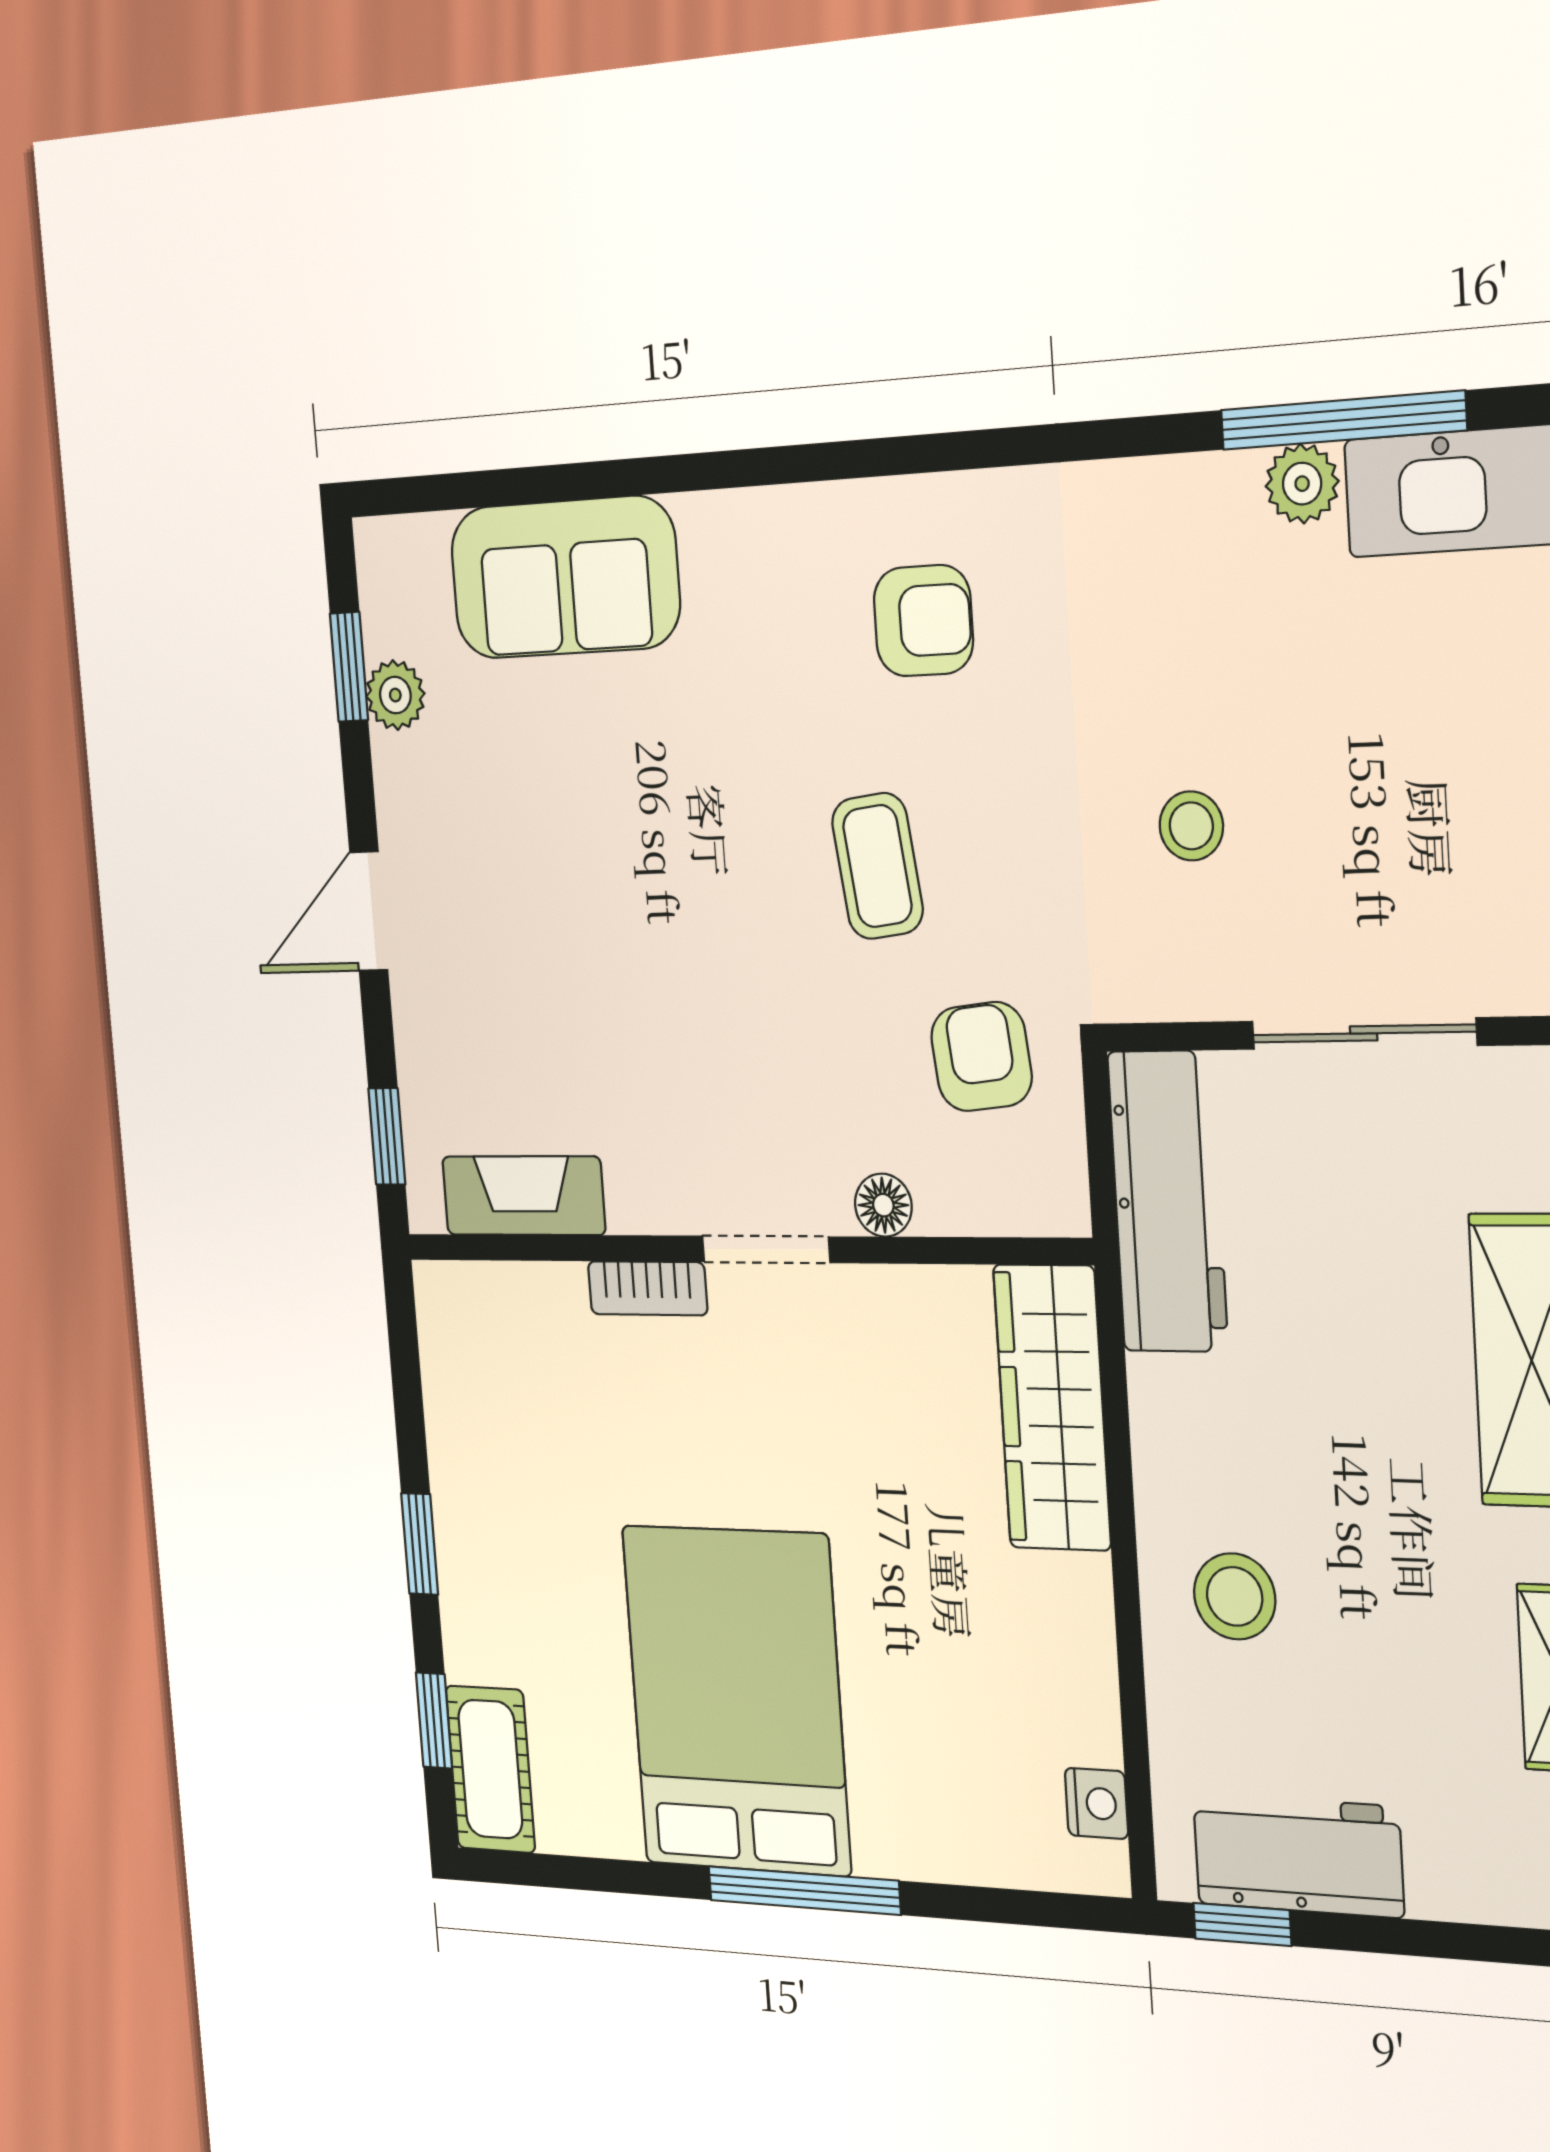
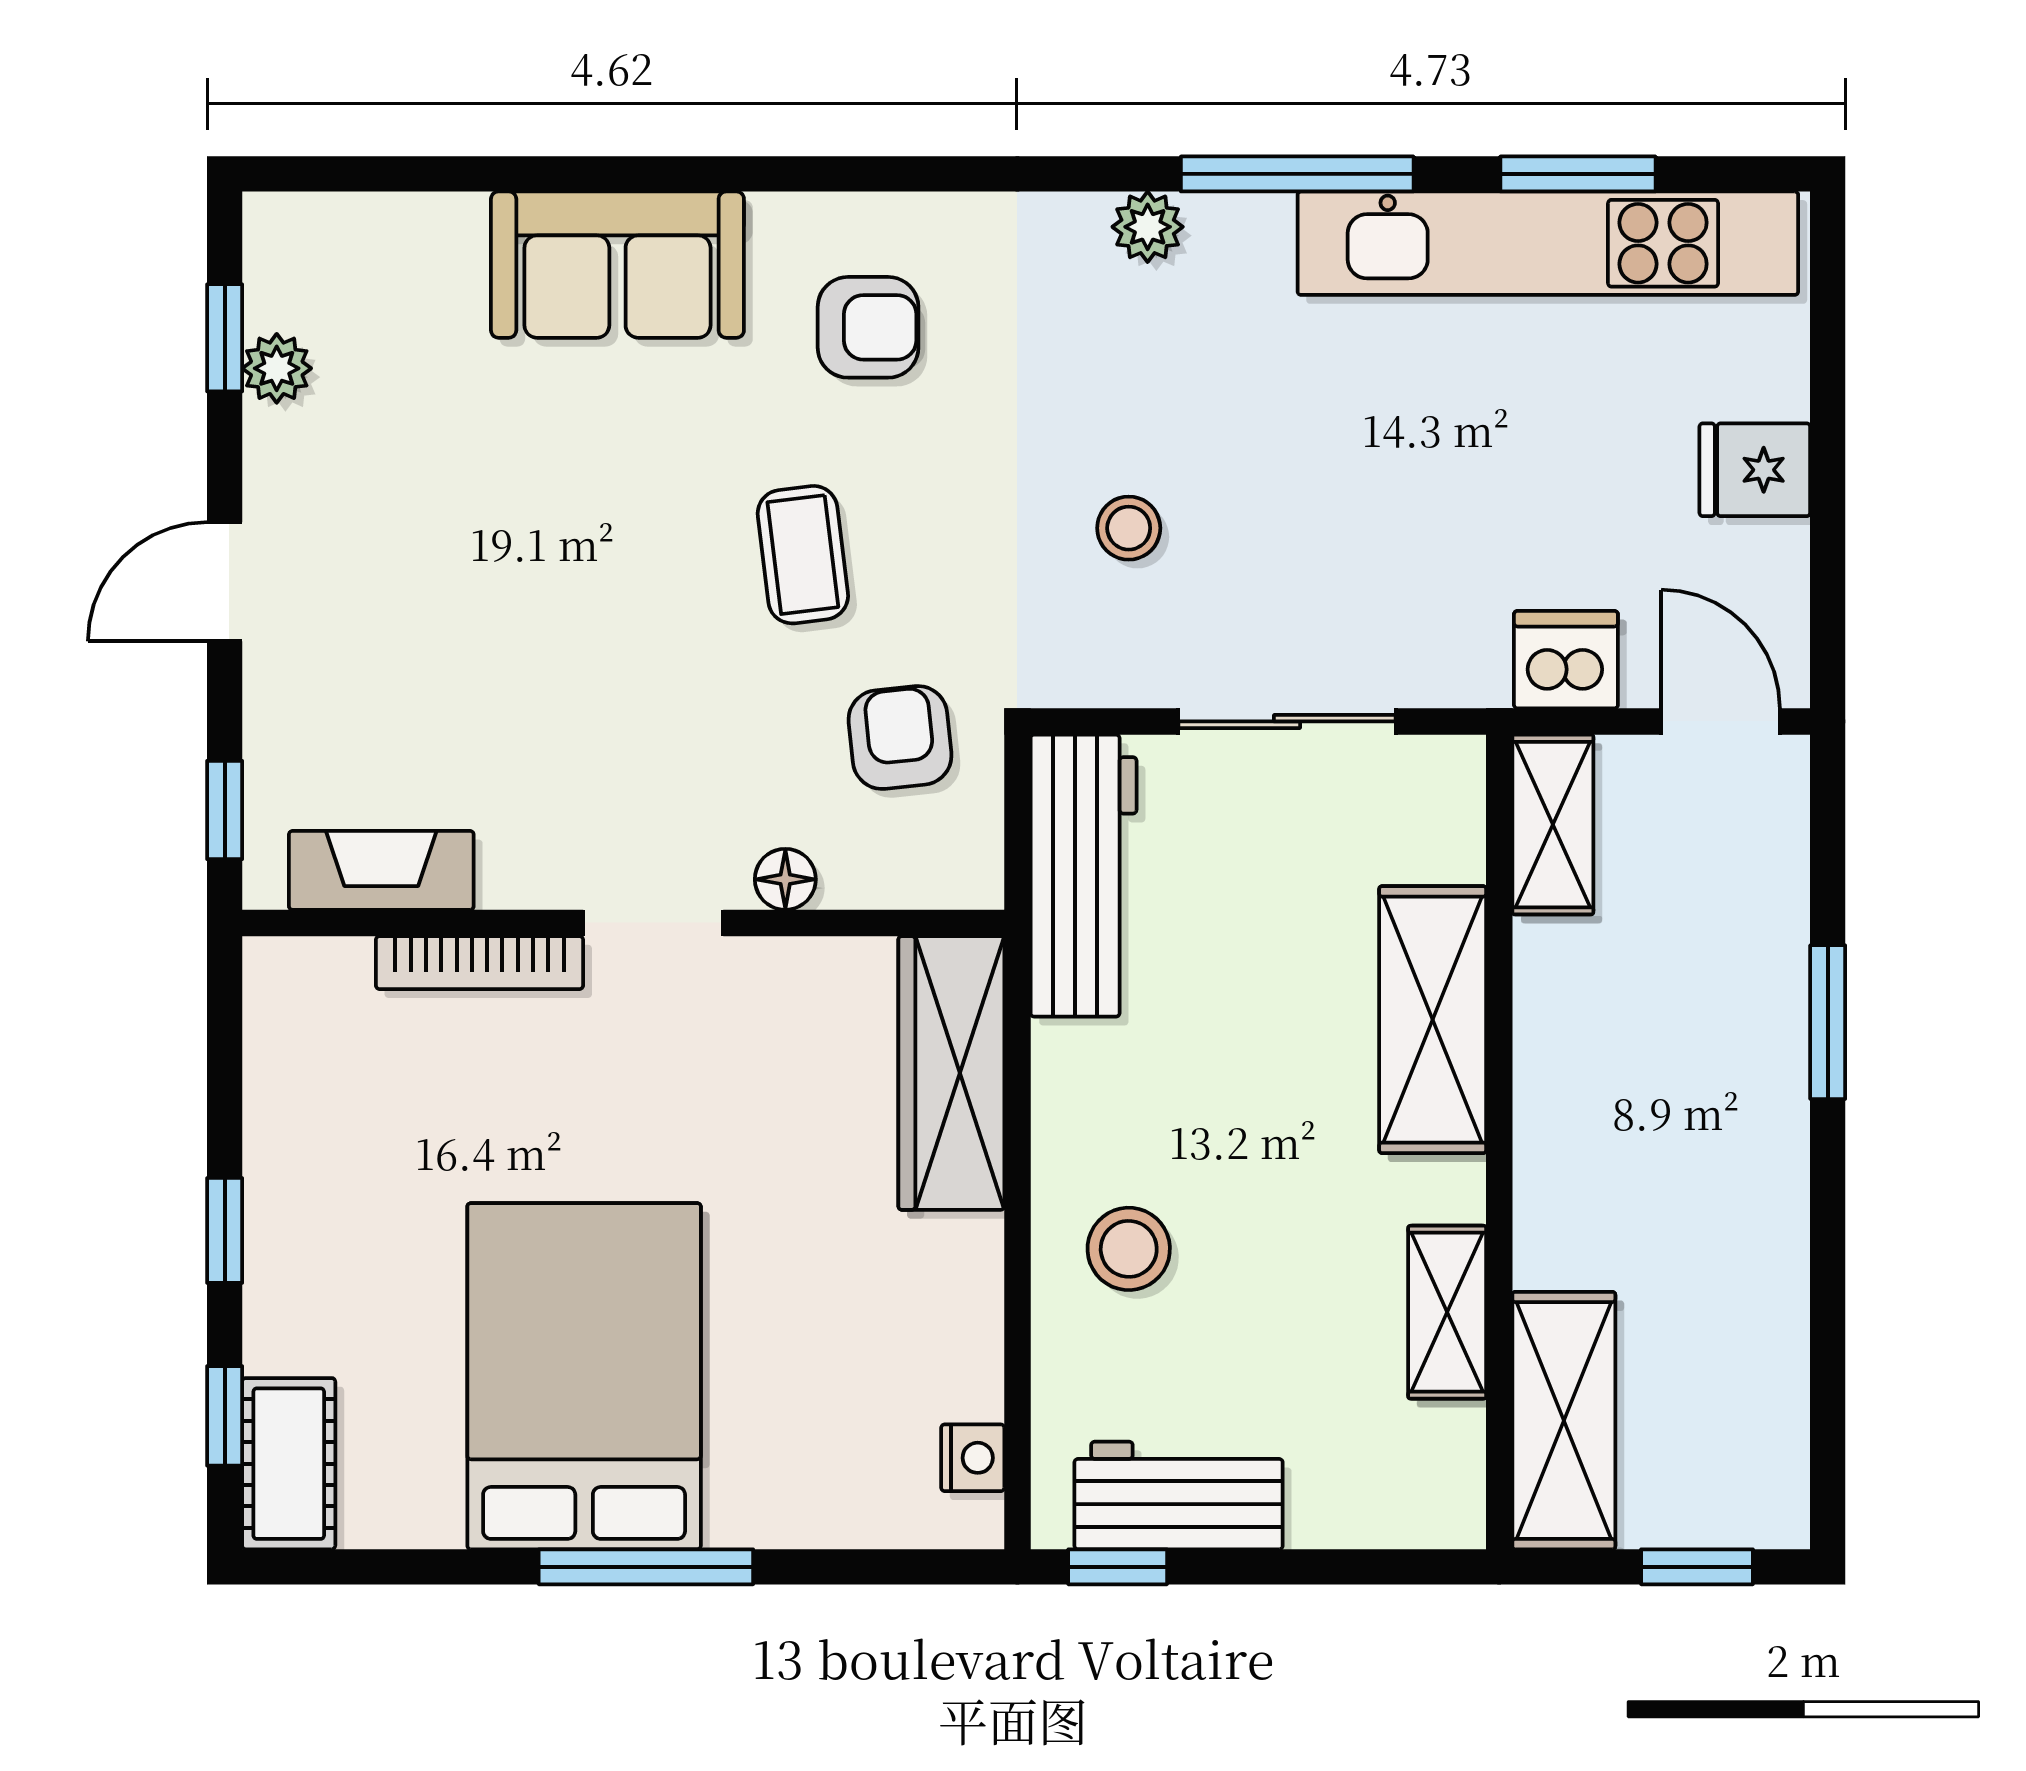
plant: (1302, 484) -> (1148, 227), moved
sofa: (565, 577) -> (617, 265), moved
bookcase: (648, 1288) -> (479, 963), width x1.56

